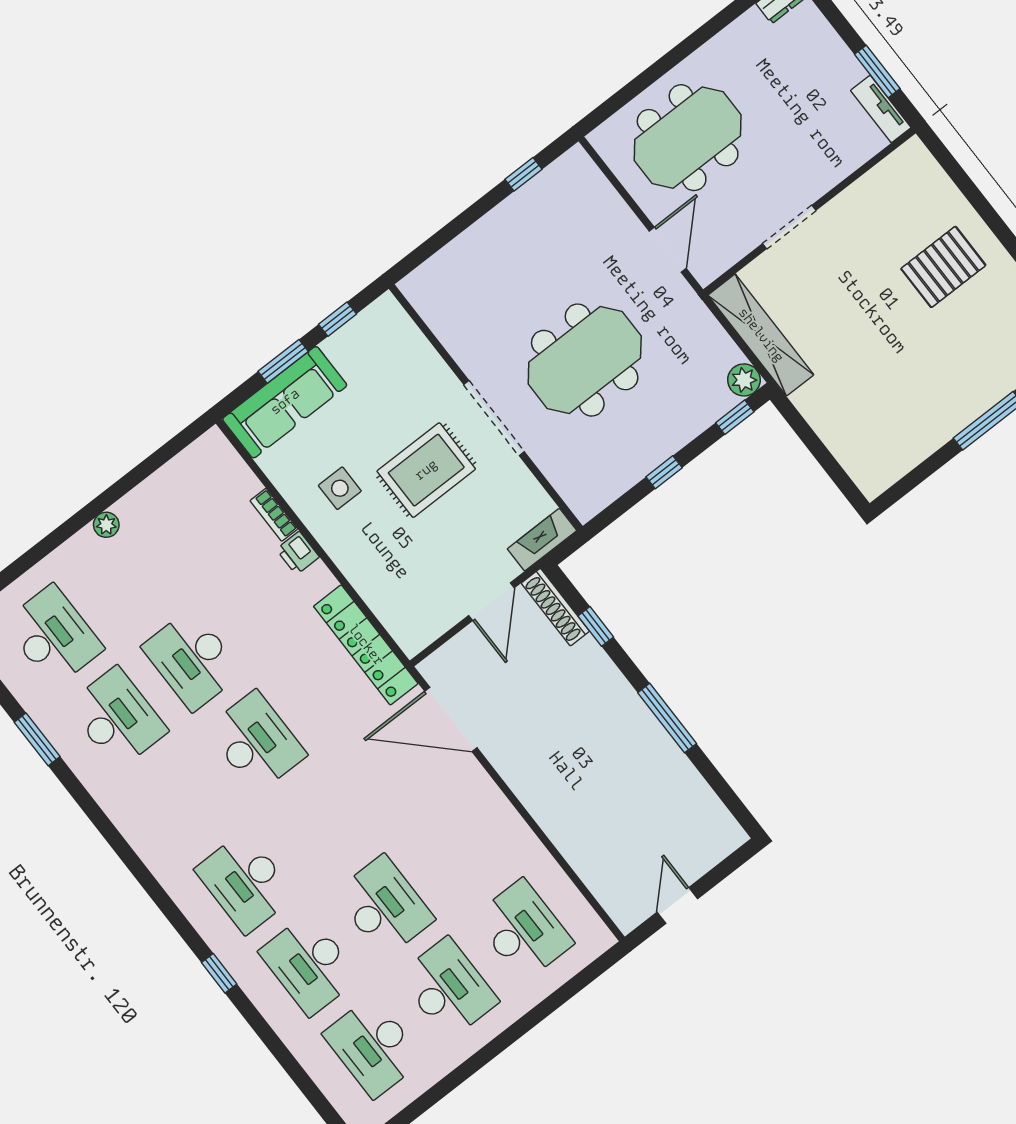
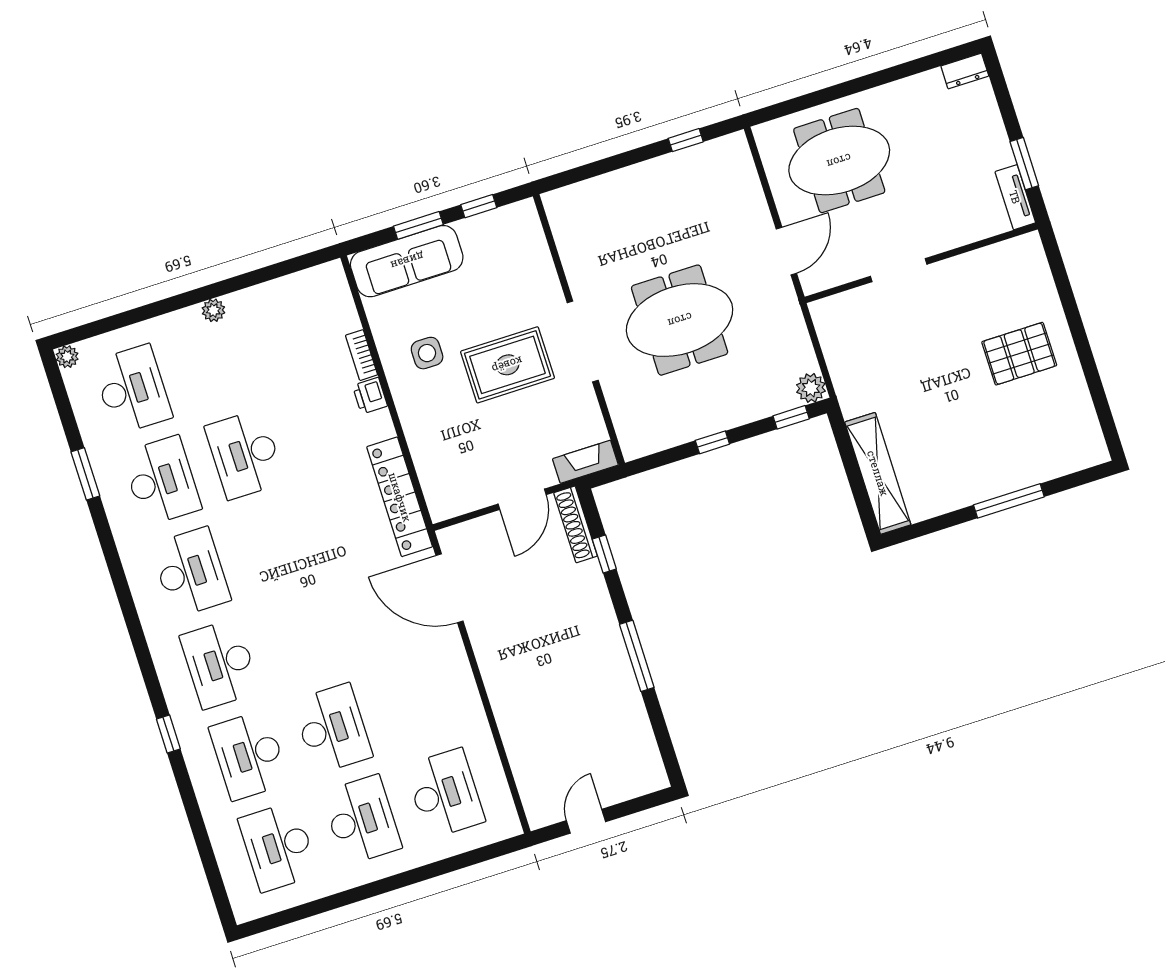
shelving: (761, 335) -> (878, 473), moved
desk: (256, 742) -> (191, 572), moved

